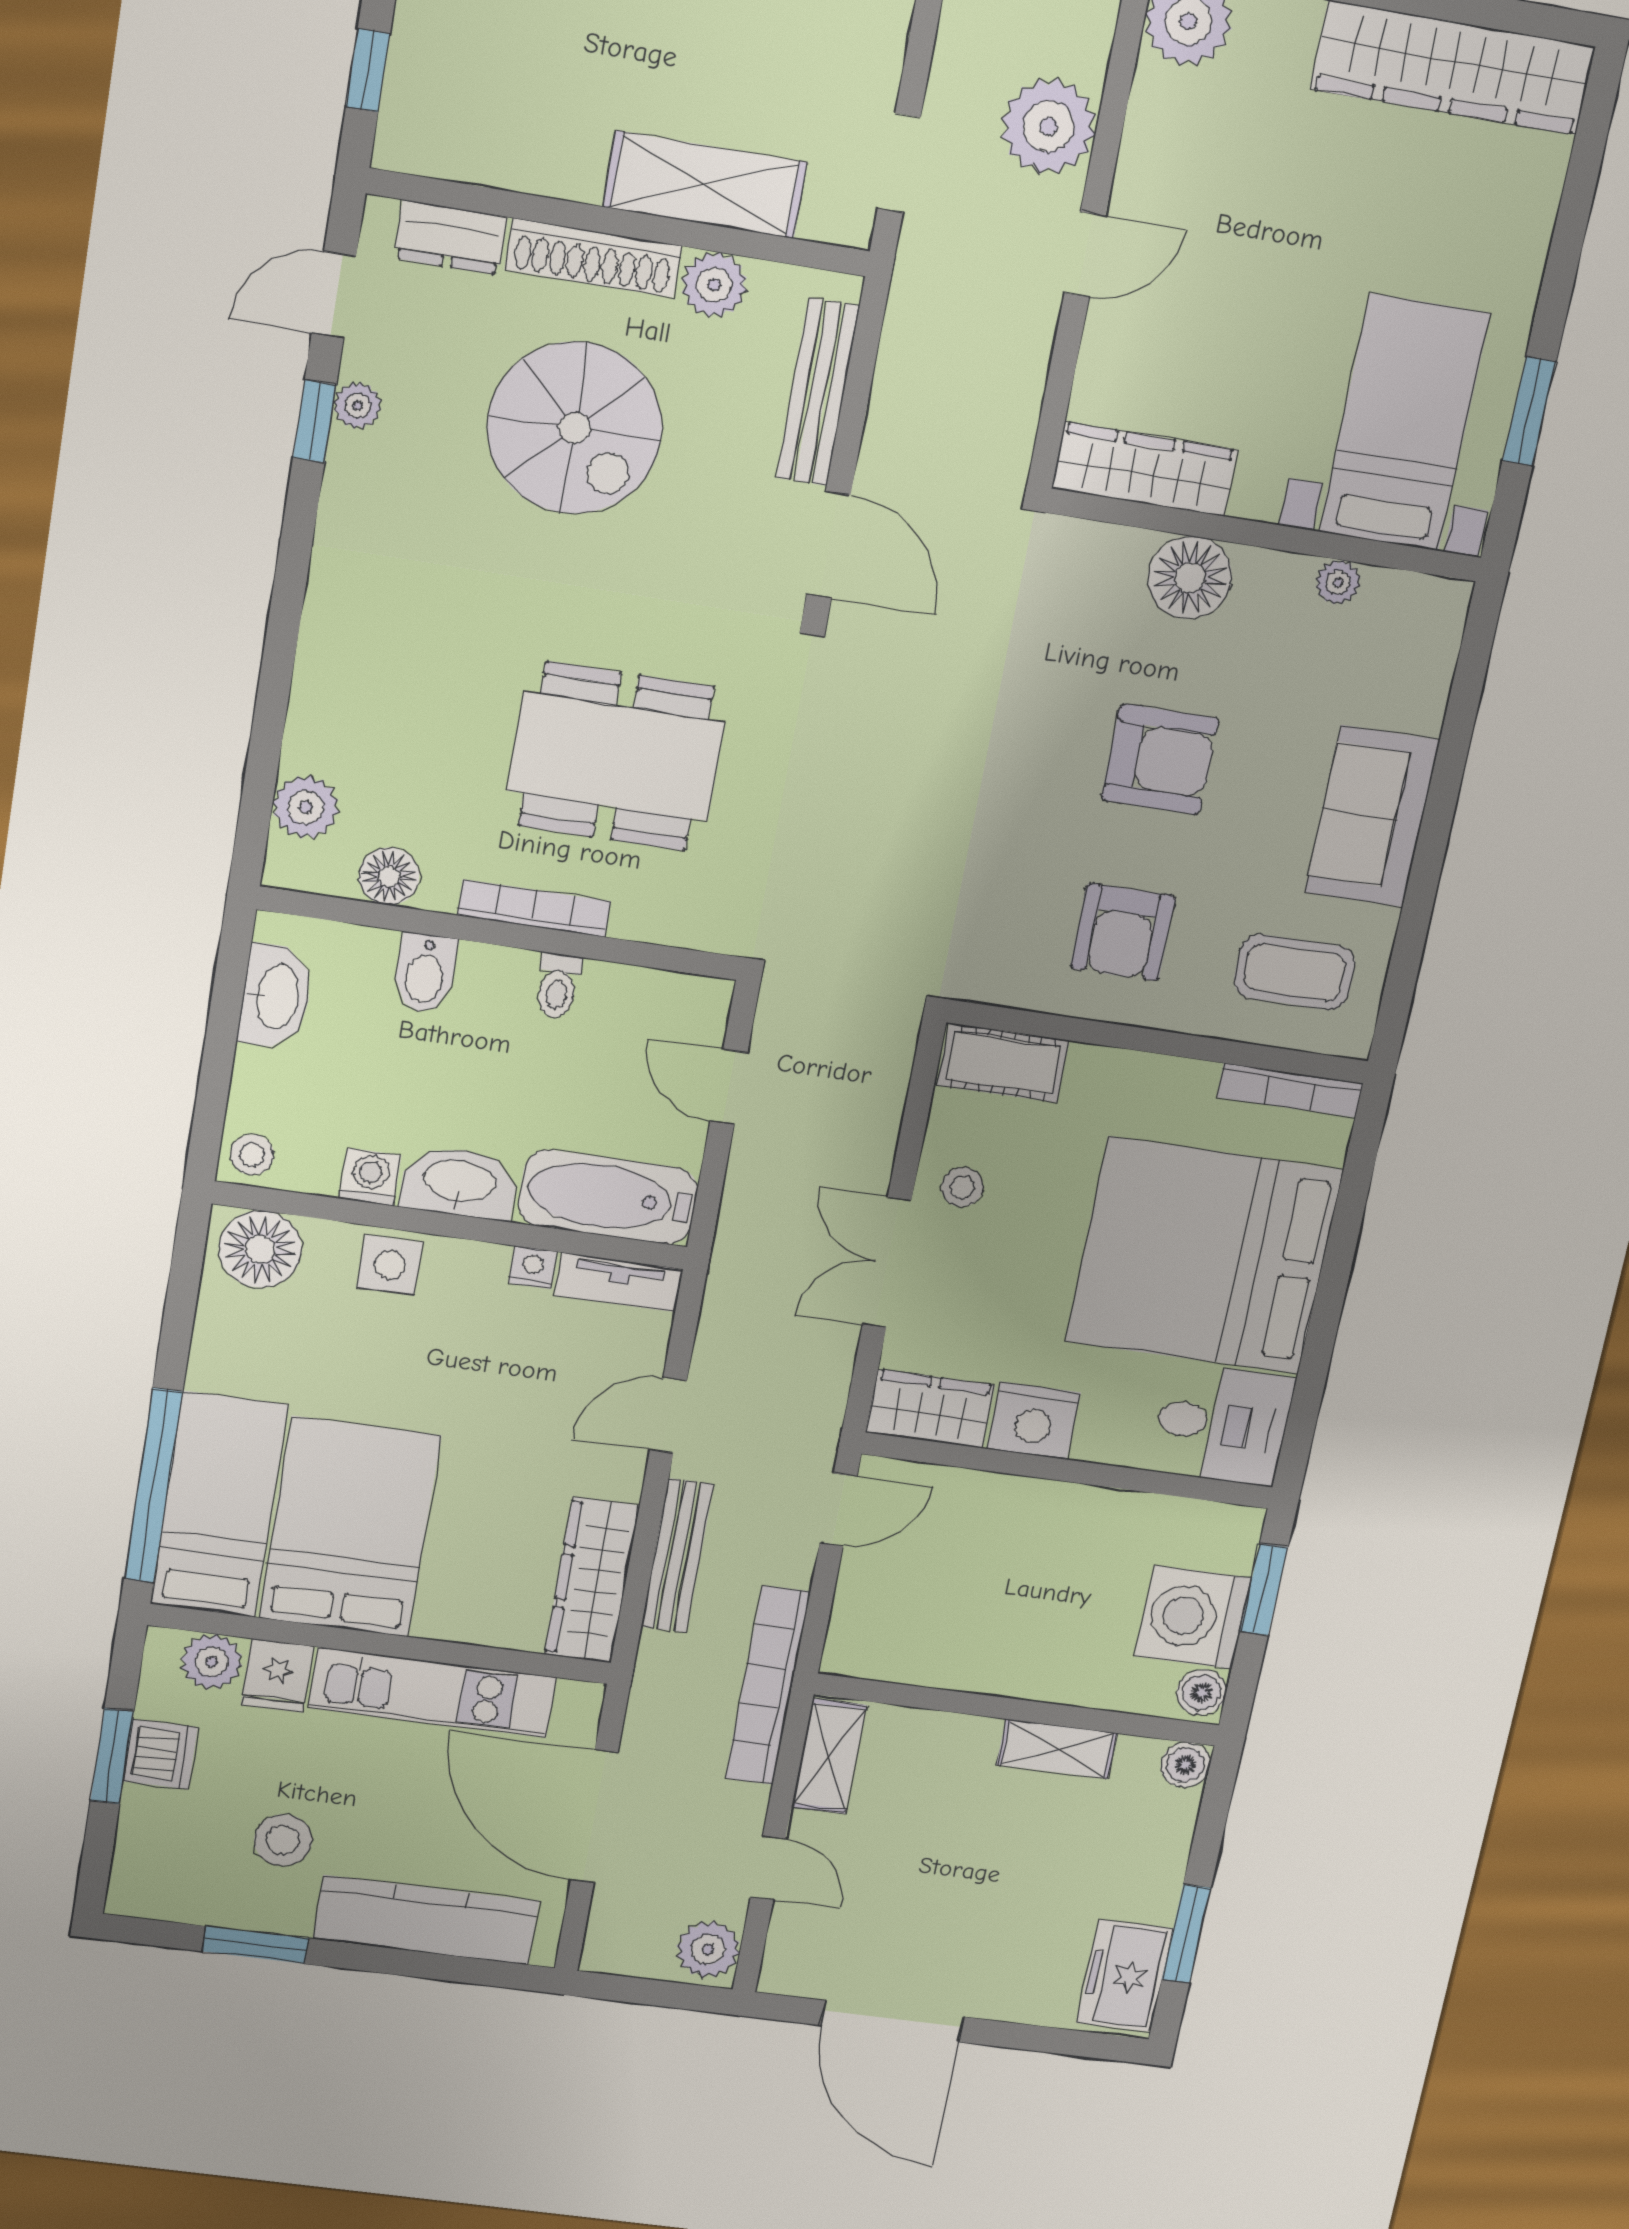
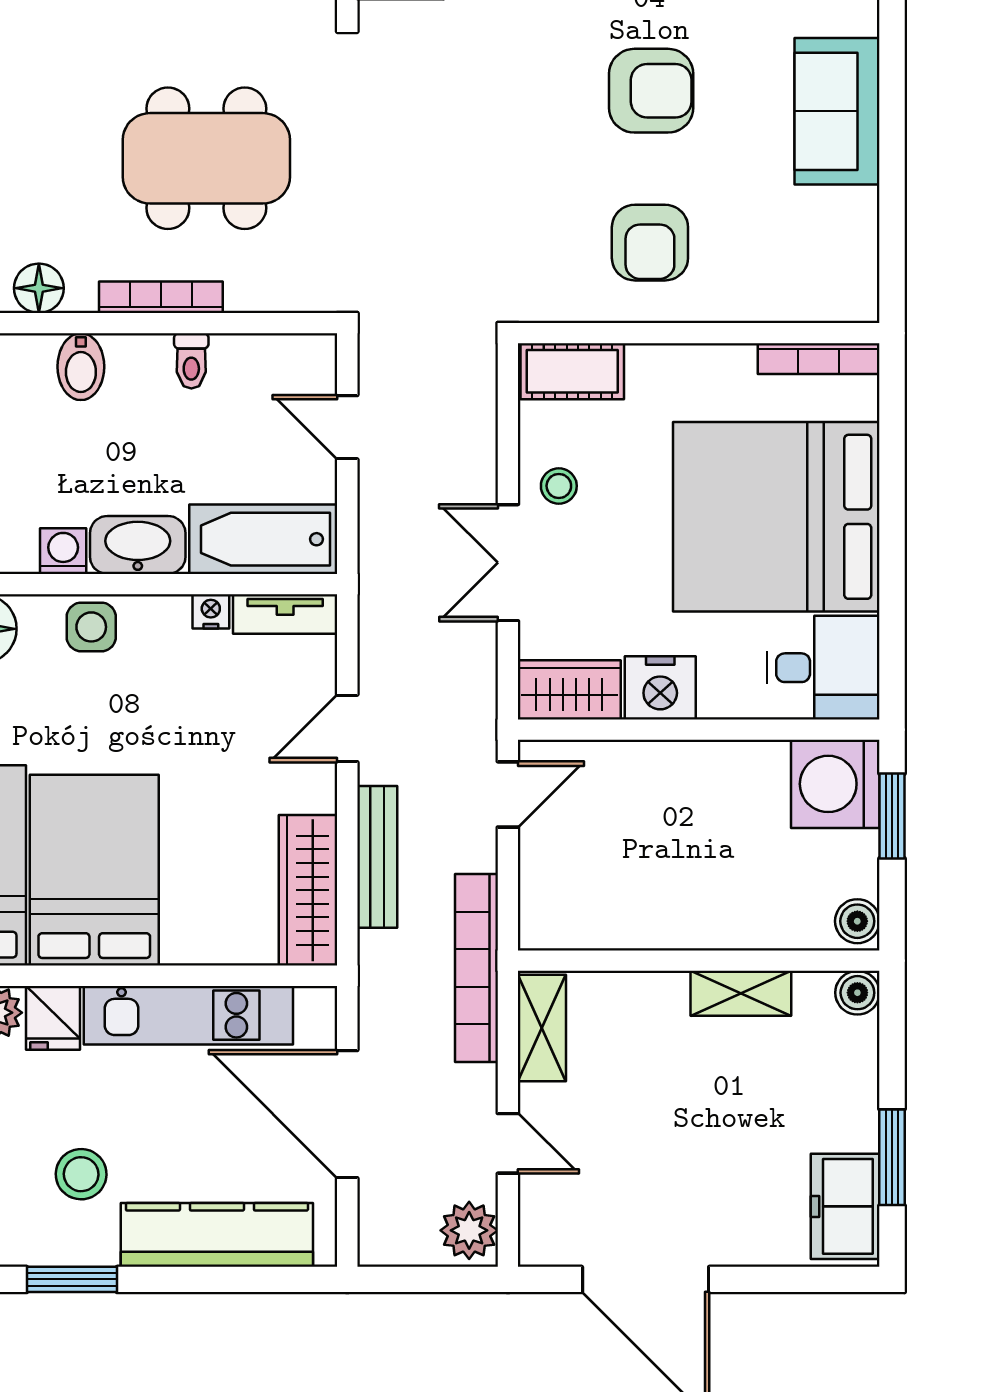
coffee table: (1295, 972) -> (801, 255), removed
washing machine: (1193, 1617) -> (835, 784), moved

